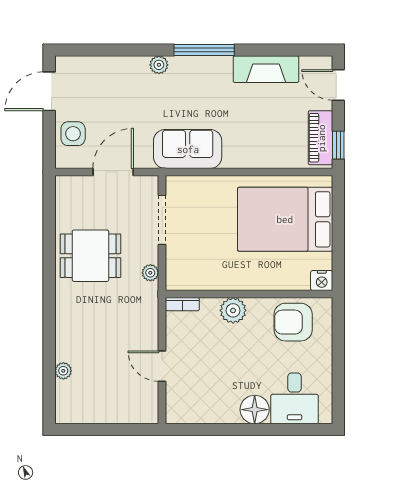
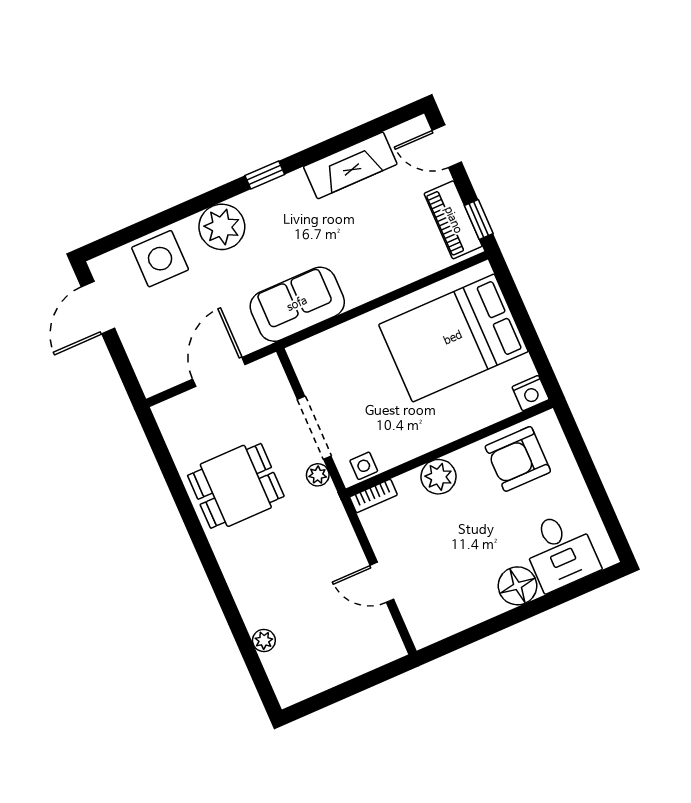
window: (204, 50) -> (265, 175), width x0.46
plant: (159, 65) -> (222, 227), width x1.88, depth x1.88
side table: (73, 134) -> (160, 259), moved, width x1.37, depth x1.37
doorway: (162, 220) -> (314, 428), moved
side table: (185, 280) -> (364, 466), added

